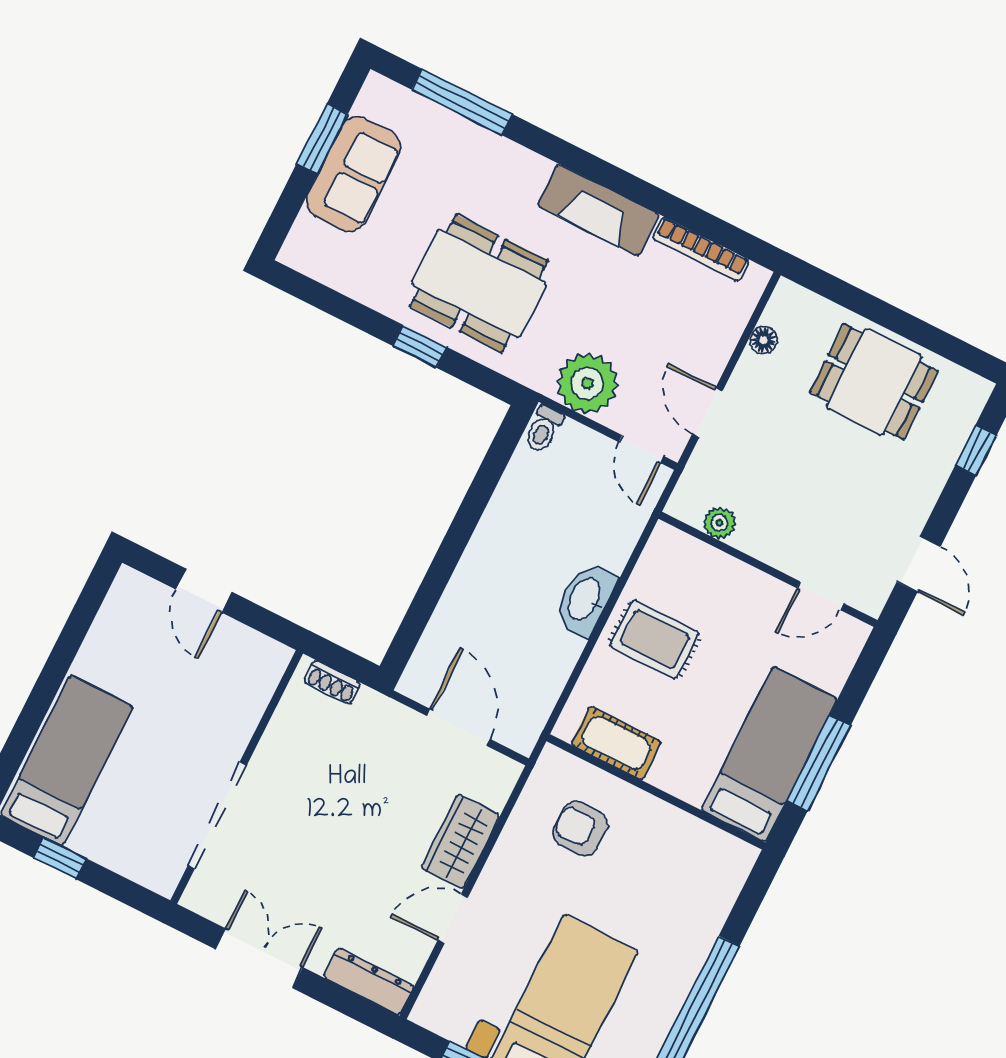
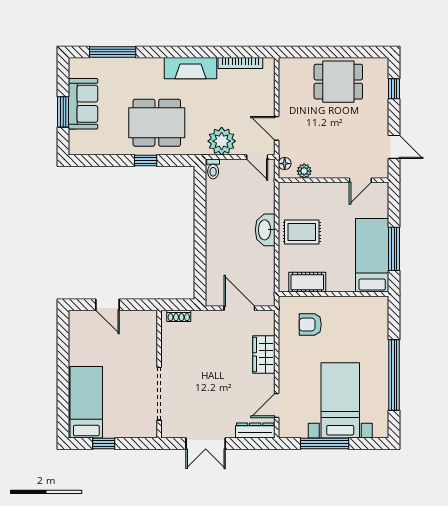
window: (322, 139) -> (63, 112), moved
floor lamp: (763, 340) -> (285, 164), moved
door: (453, 919) -> (277, 406), moved
double door: (259, 958) -> (206, 443), swing flipped

